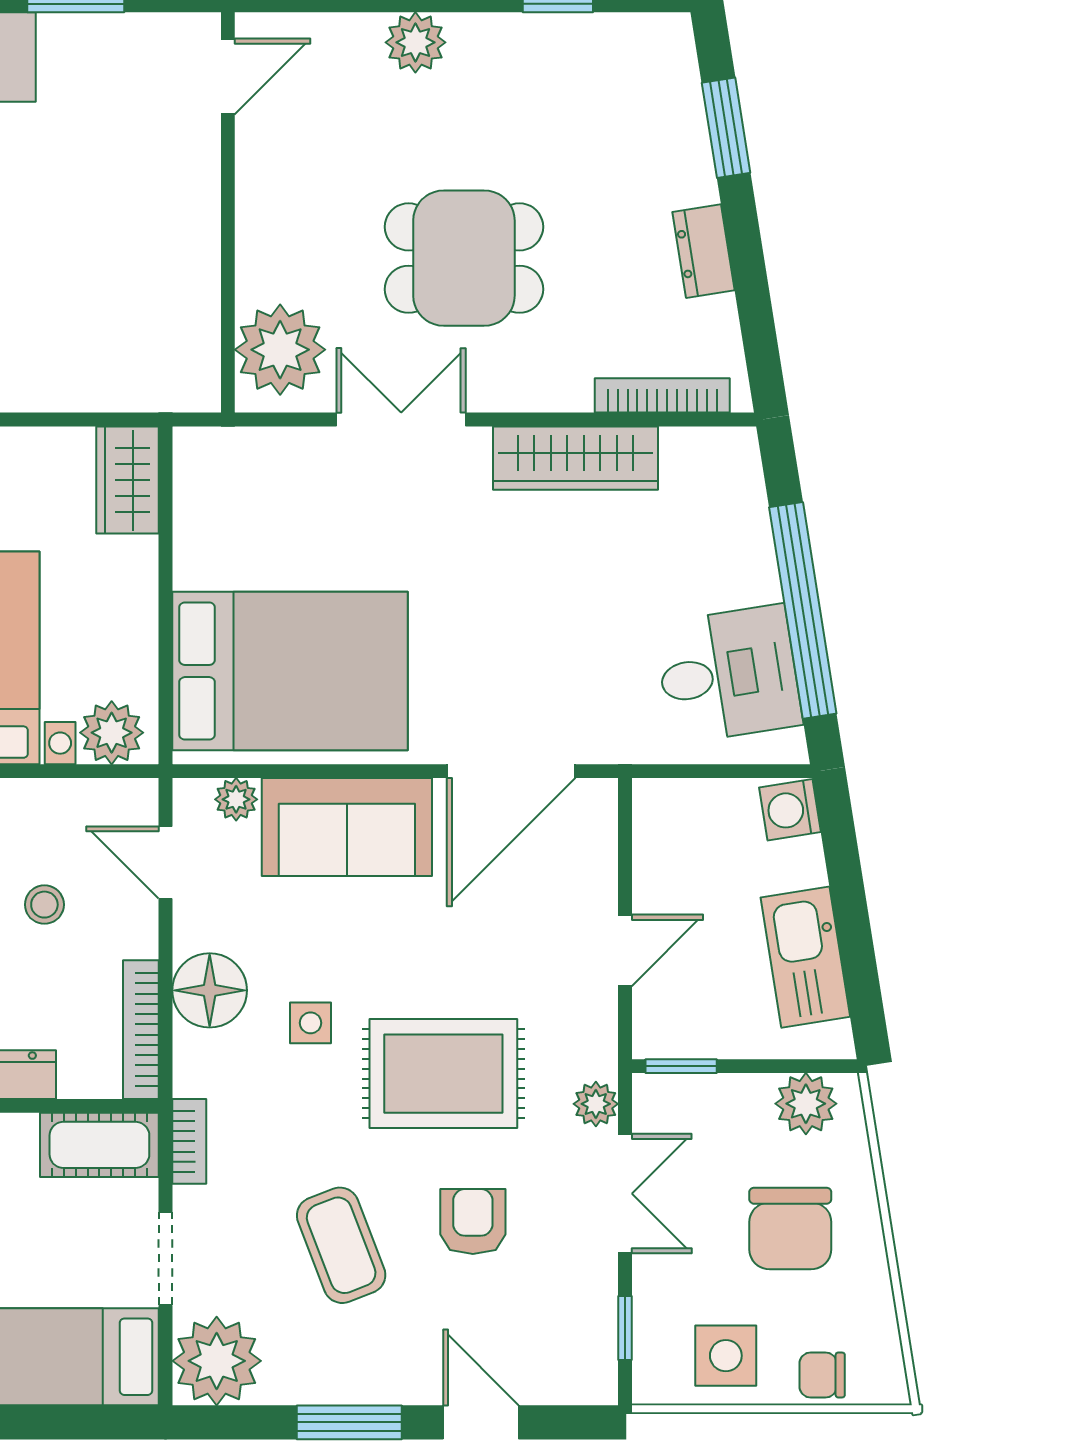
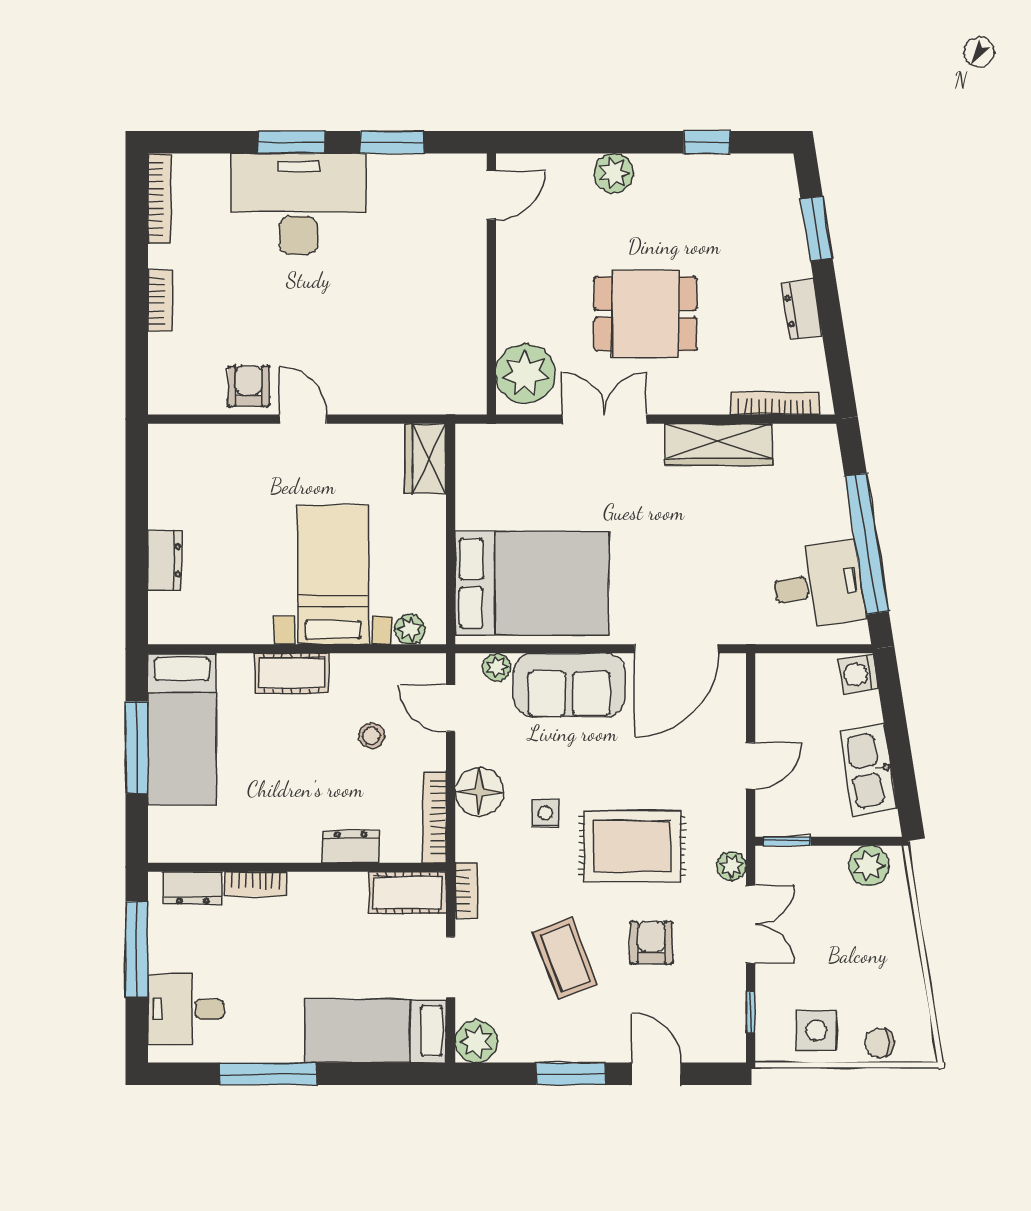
plant: (112, 733) -> (410, 629), width x0.73, depth x0.73
chair: (790, 1228) -> (859, 947), removed
plant: (217, 1361) -> (476, 1041), width x0.73, depth x0.73

